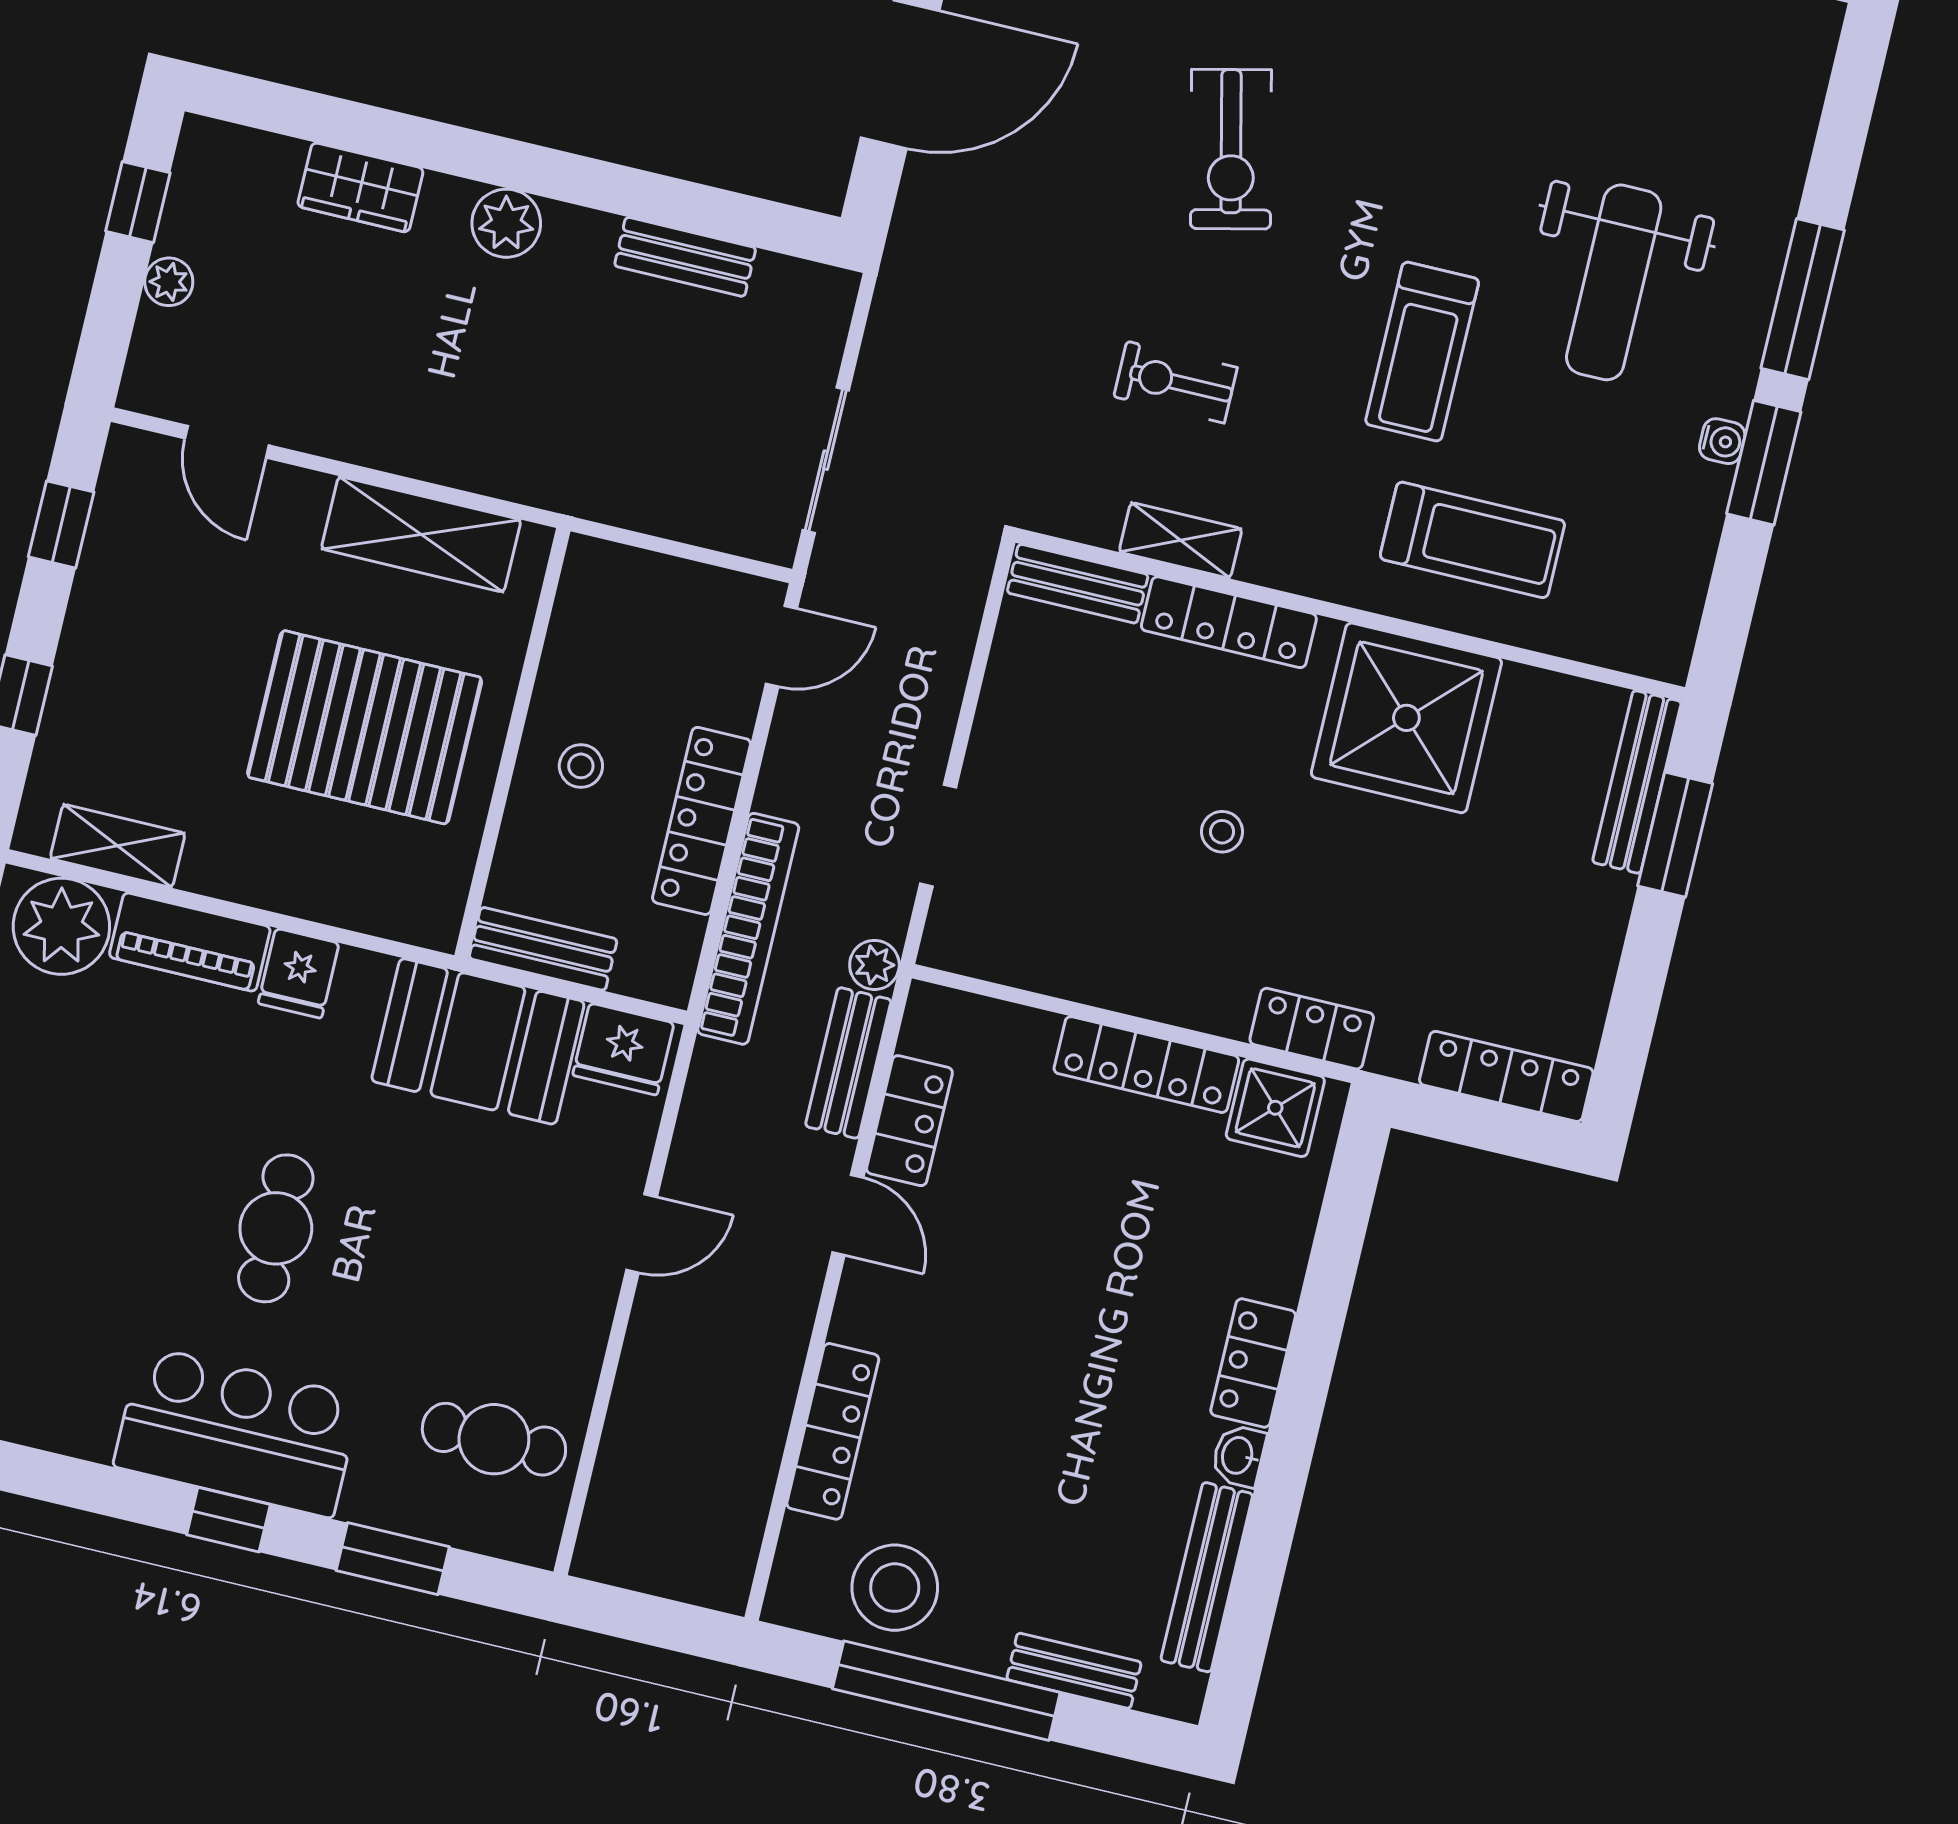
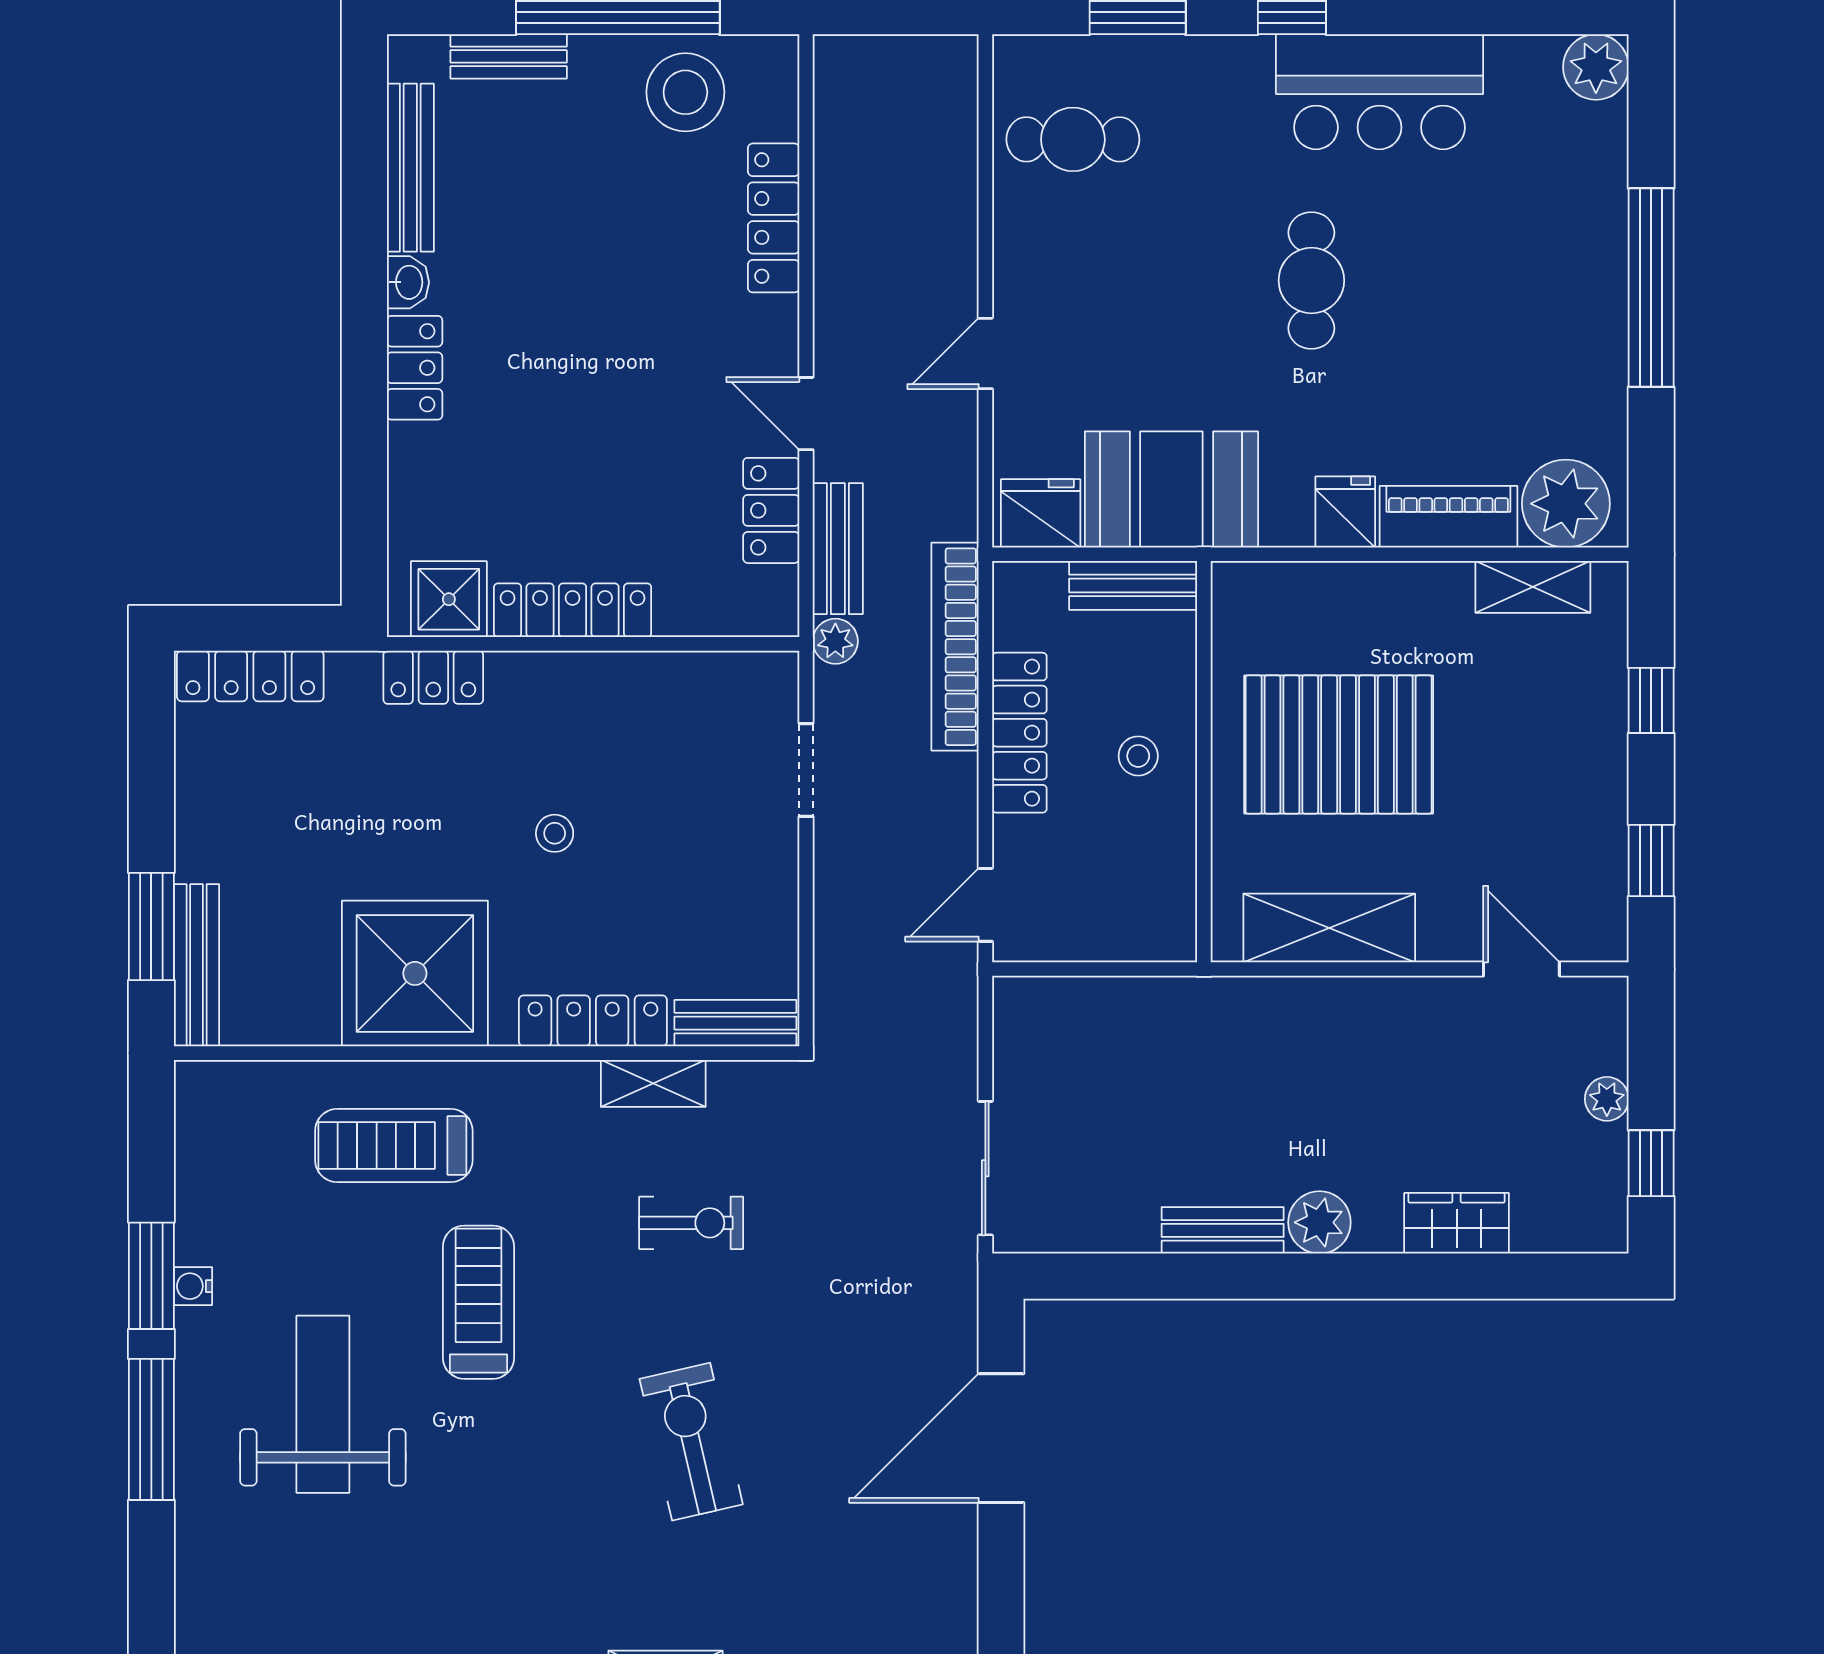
bench: (685, 257) -> (1223, 1230), moved
sliding door: (826, 460) -> (985, 1168), moved
bar counter: (237, 1432) -> (1379, 92), moved

